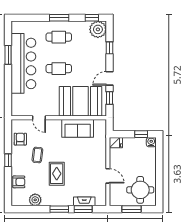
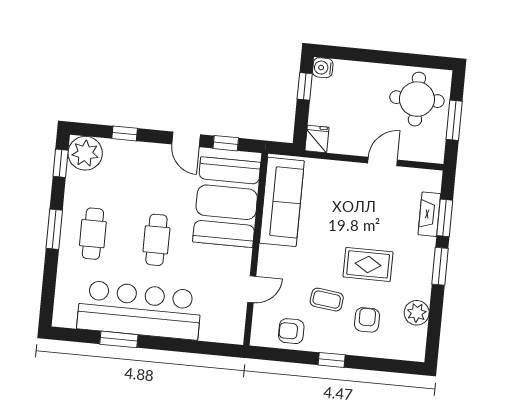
sofa: (78, 128) -> (282, 202), width x1.36
armchair: (19, 182) -> (367, 320), moved

